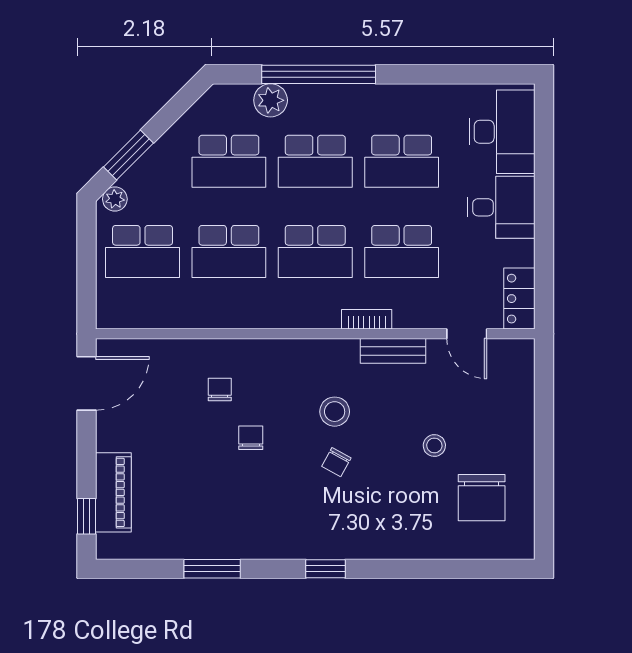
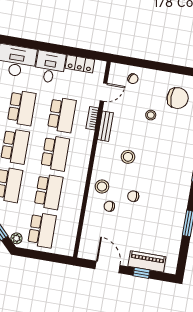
locker: (519, 299) -> (80, 64), moved
bookcase: (367, 319) -> (92, 118), moved
stool: (260, 366) -> (102, 187), added
door: (86, 383) -> (108, 267), moved
chair: (336, 462) -> (133, 79), moved
window: (86, 516) -> (141, 273), moved

